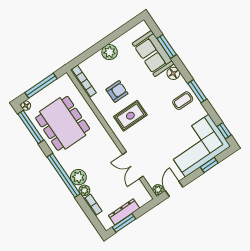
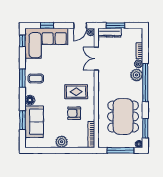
window: (31, 127) -> (145, 128), width x0.69
double door: (133, 165) -> (96, 59), swing flipped
dresser: (124, 212) -> (110, 33), moved
window: (124, 223) -> (115, 25), moved

